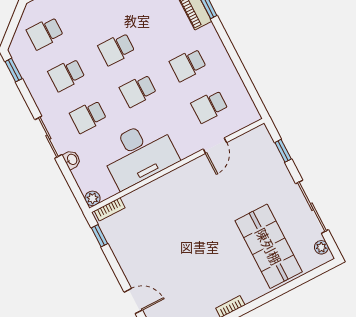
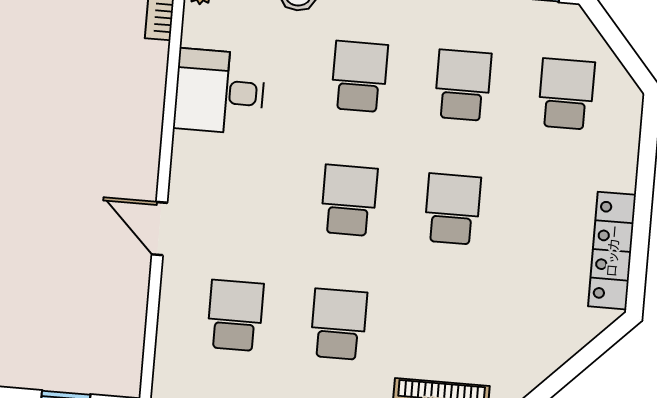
door: (215, 146) -> (160, 229), moved
desk: (139, 154) -> (219, 92), width x0.53, depth x0.77

